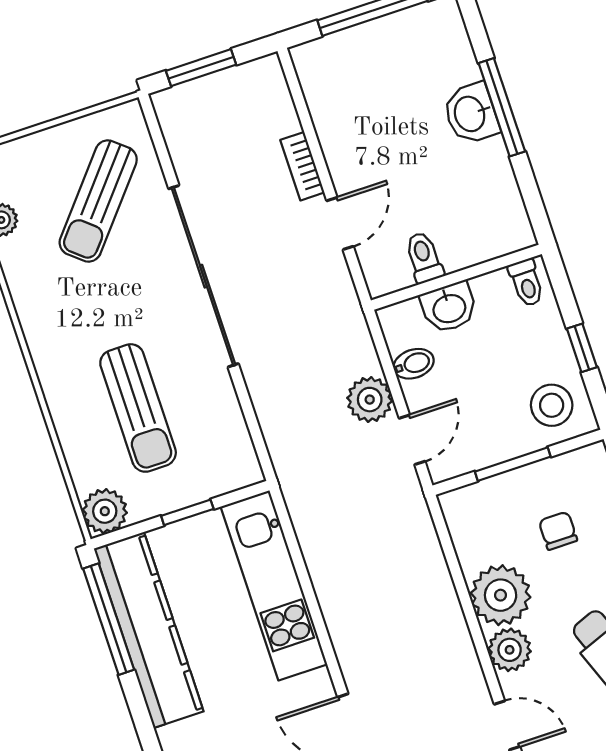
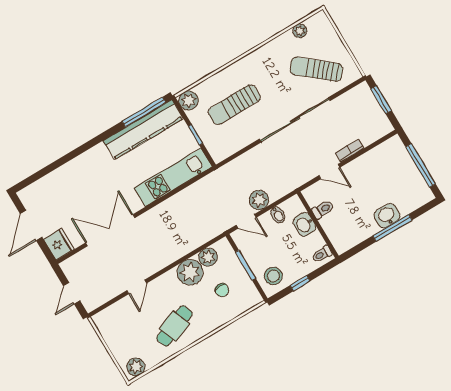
chair: (558, 531) -> (222, 290), turned 90
plant: (510, 650) -> (208, 257), moved

